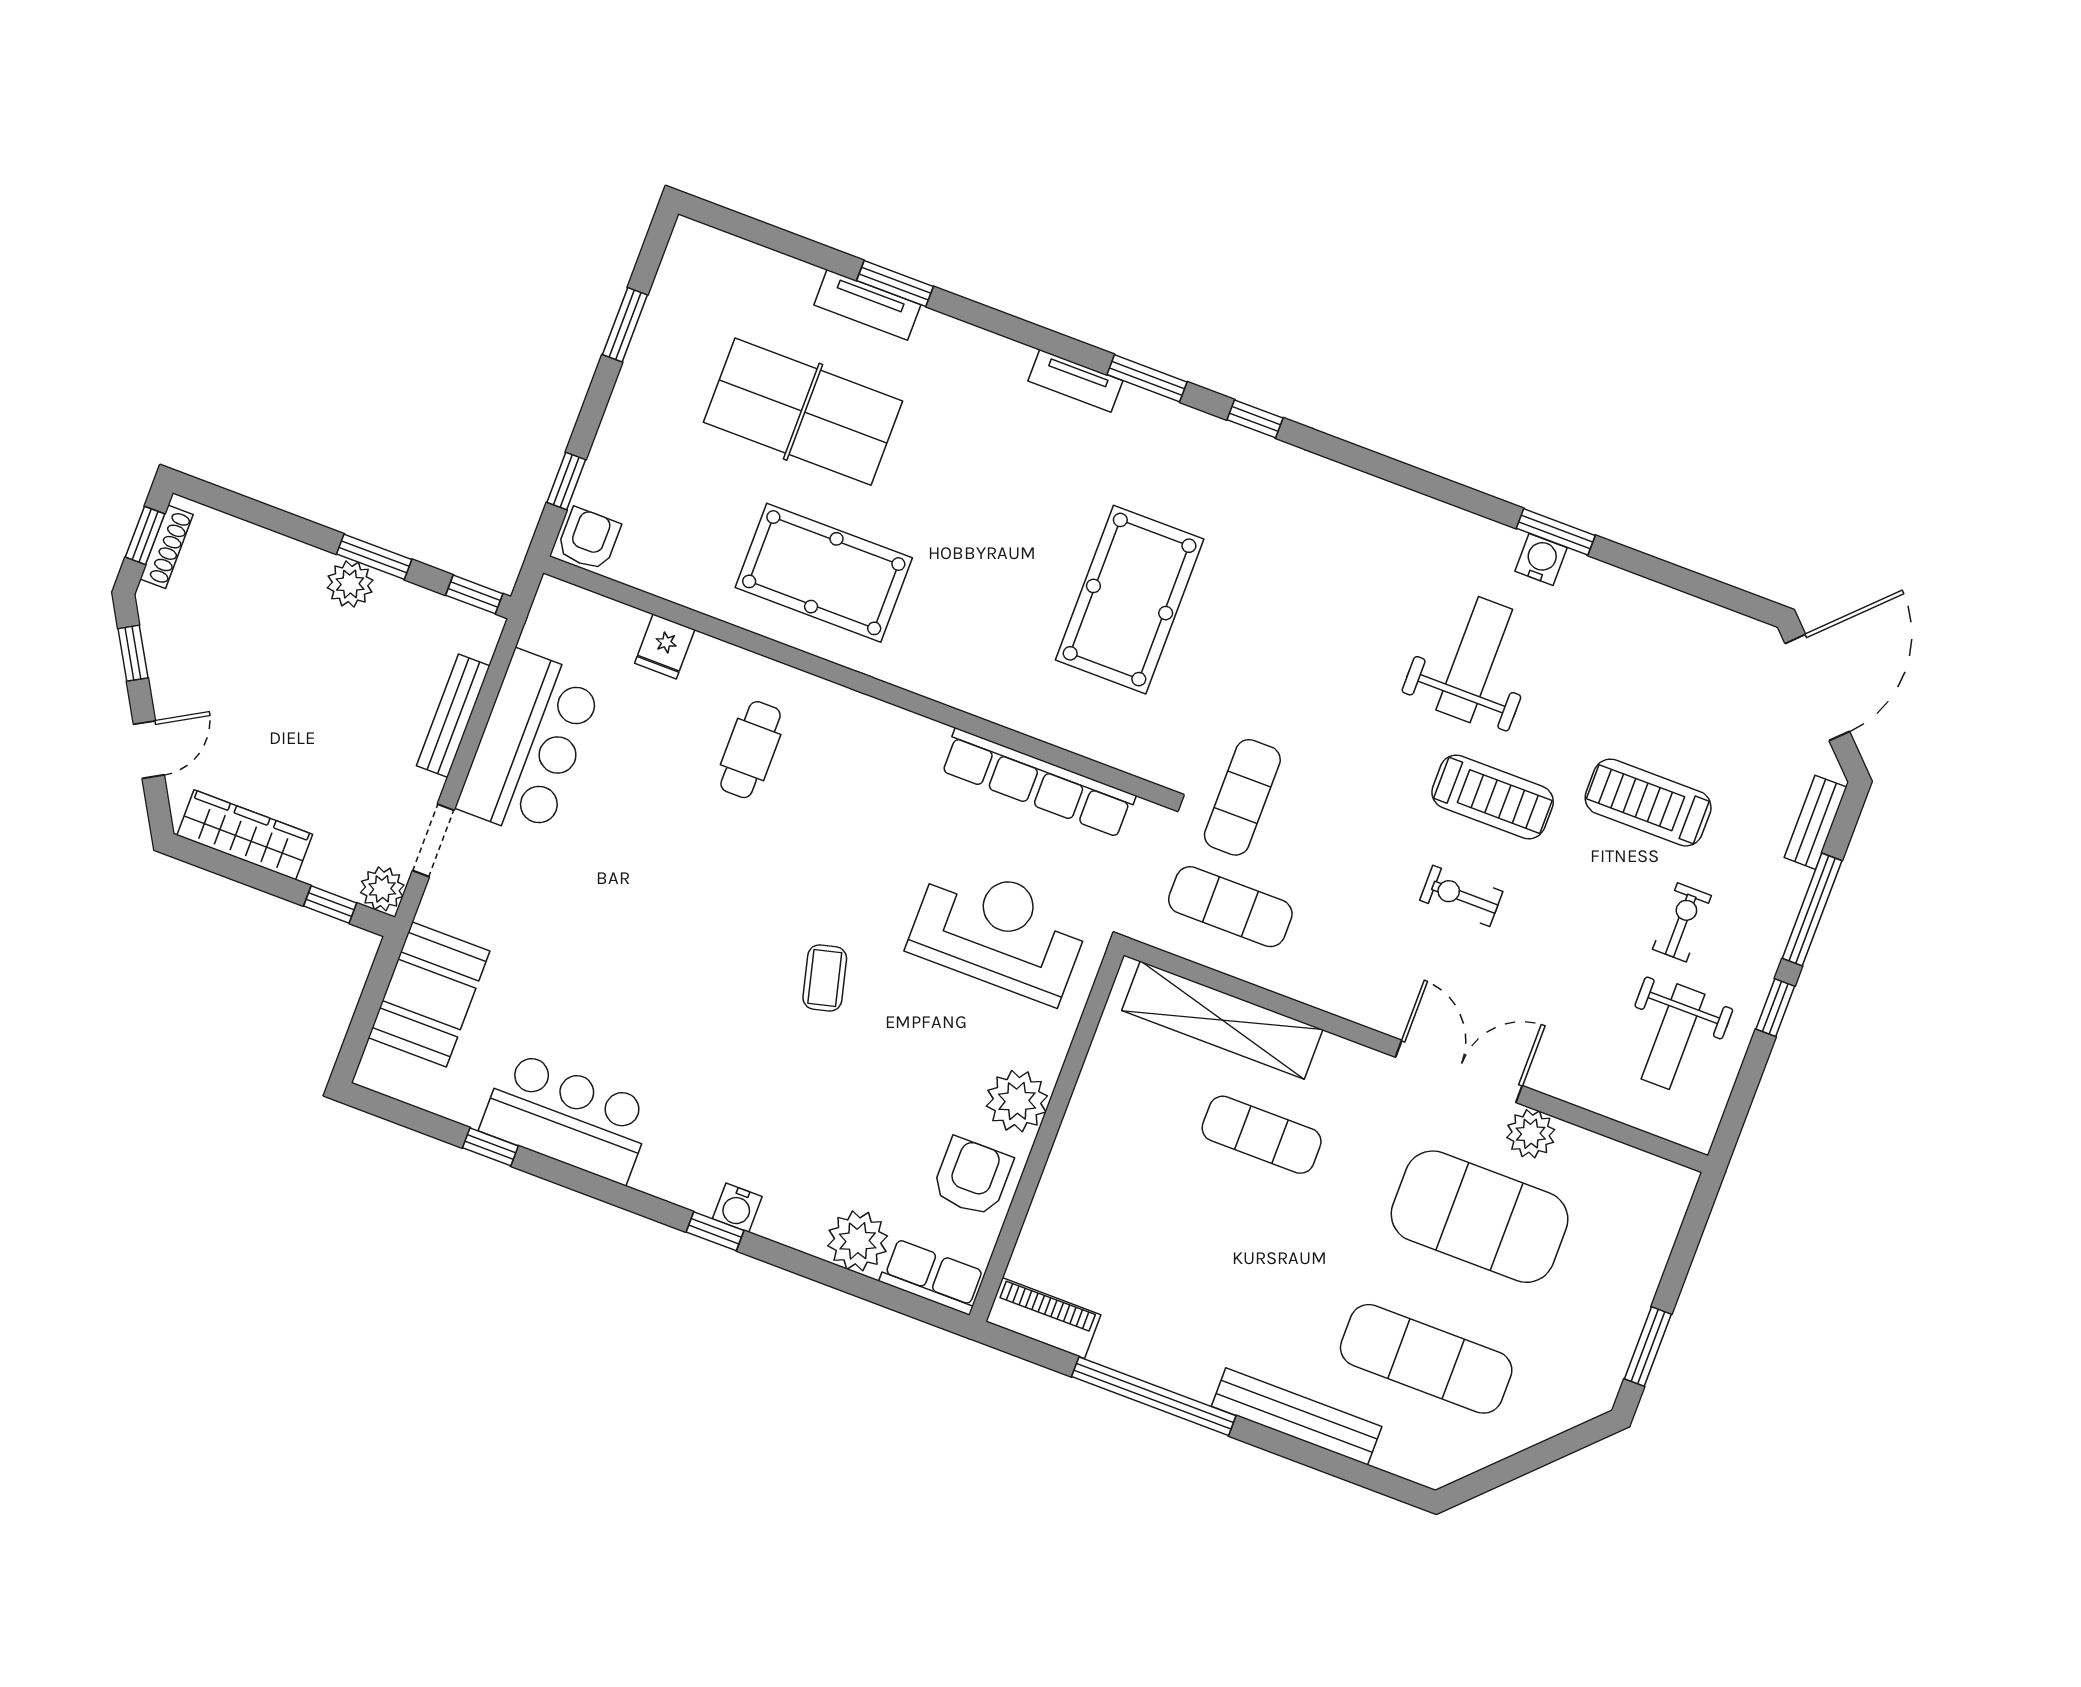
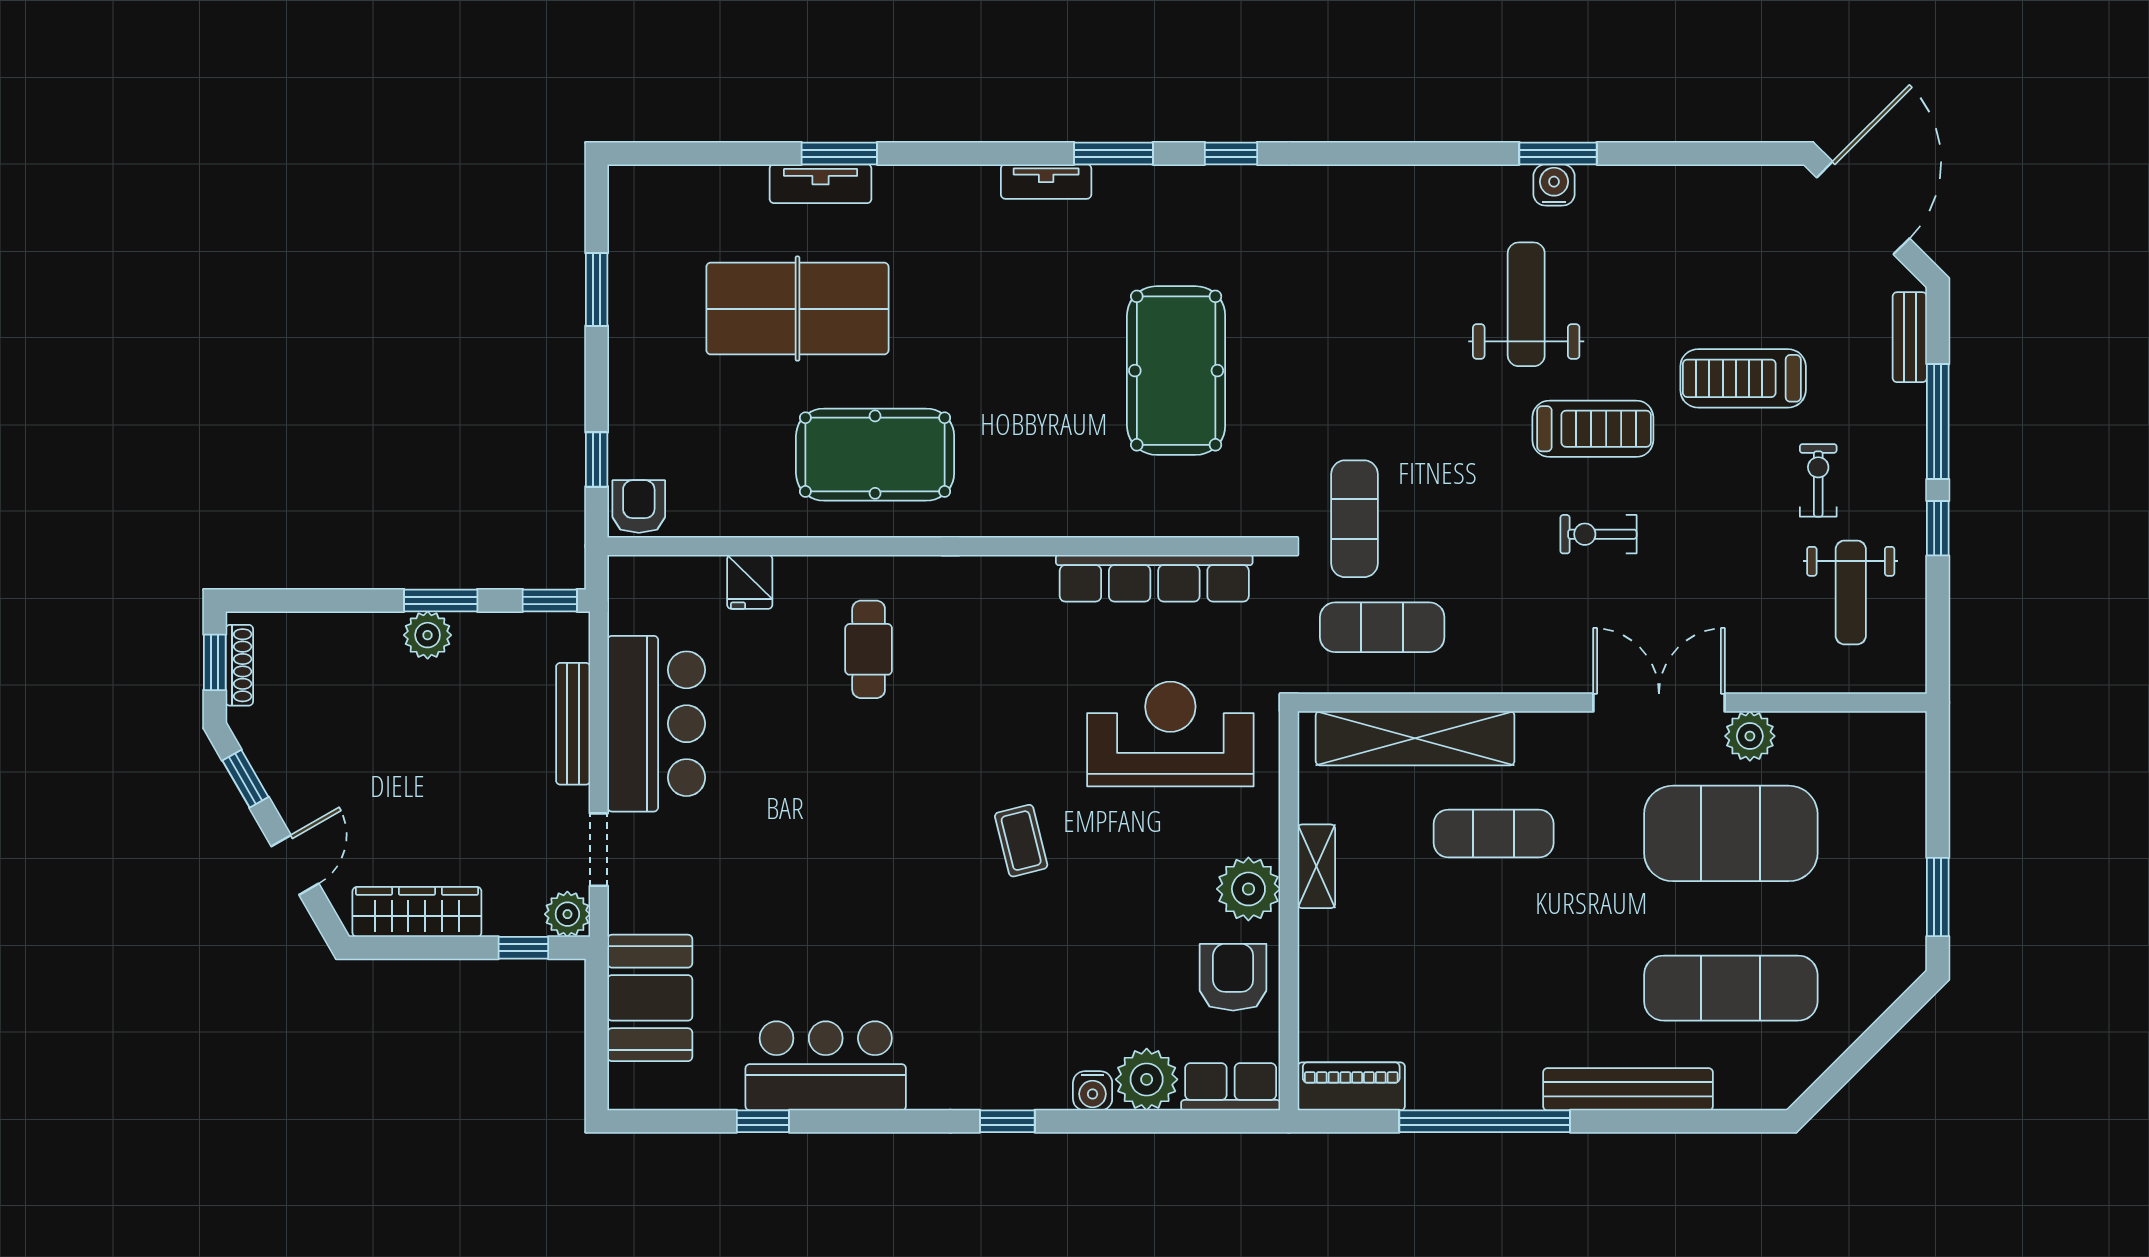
shelving: (1087, 1104) -> (1316, 866), added
water cooler: (737, 1208) -> (1093, 1091), moved

